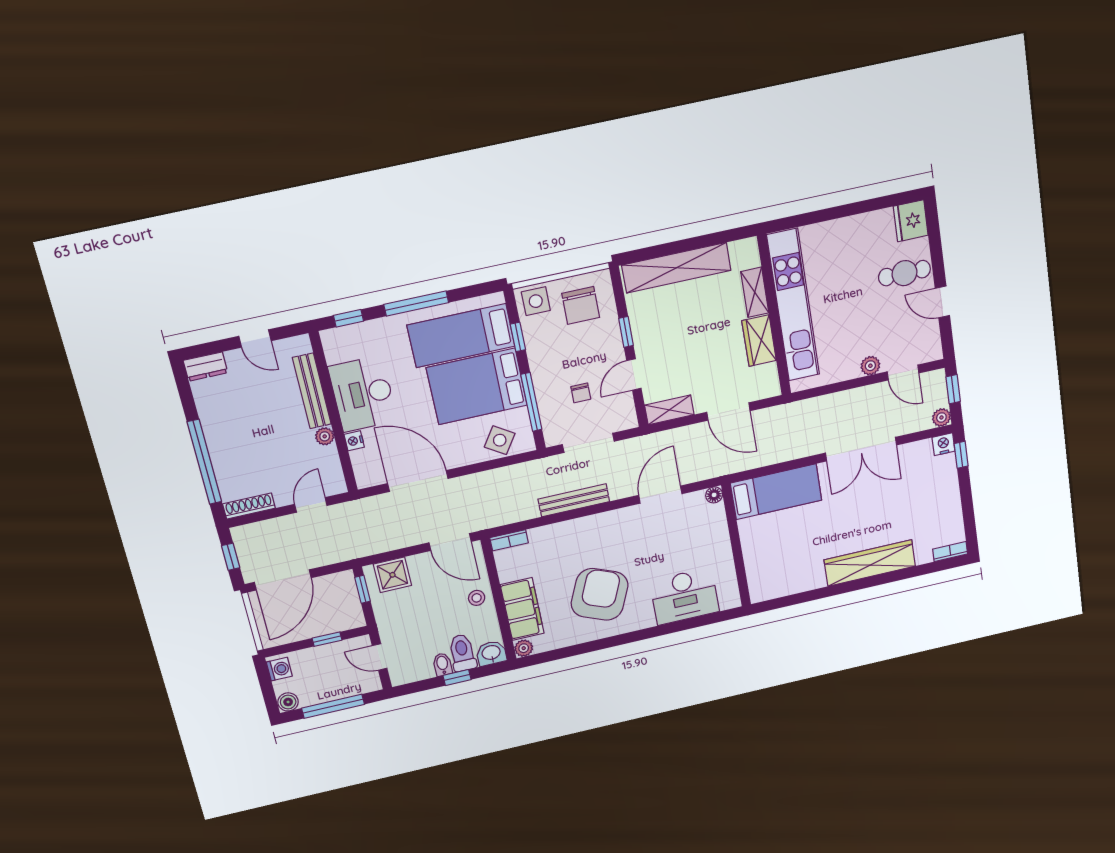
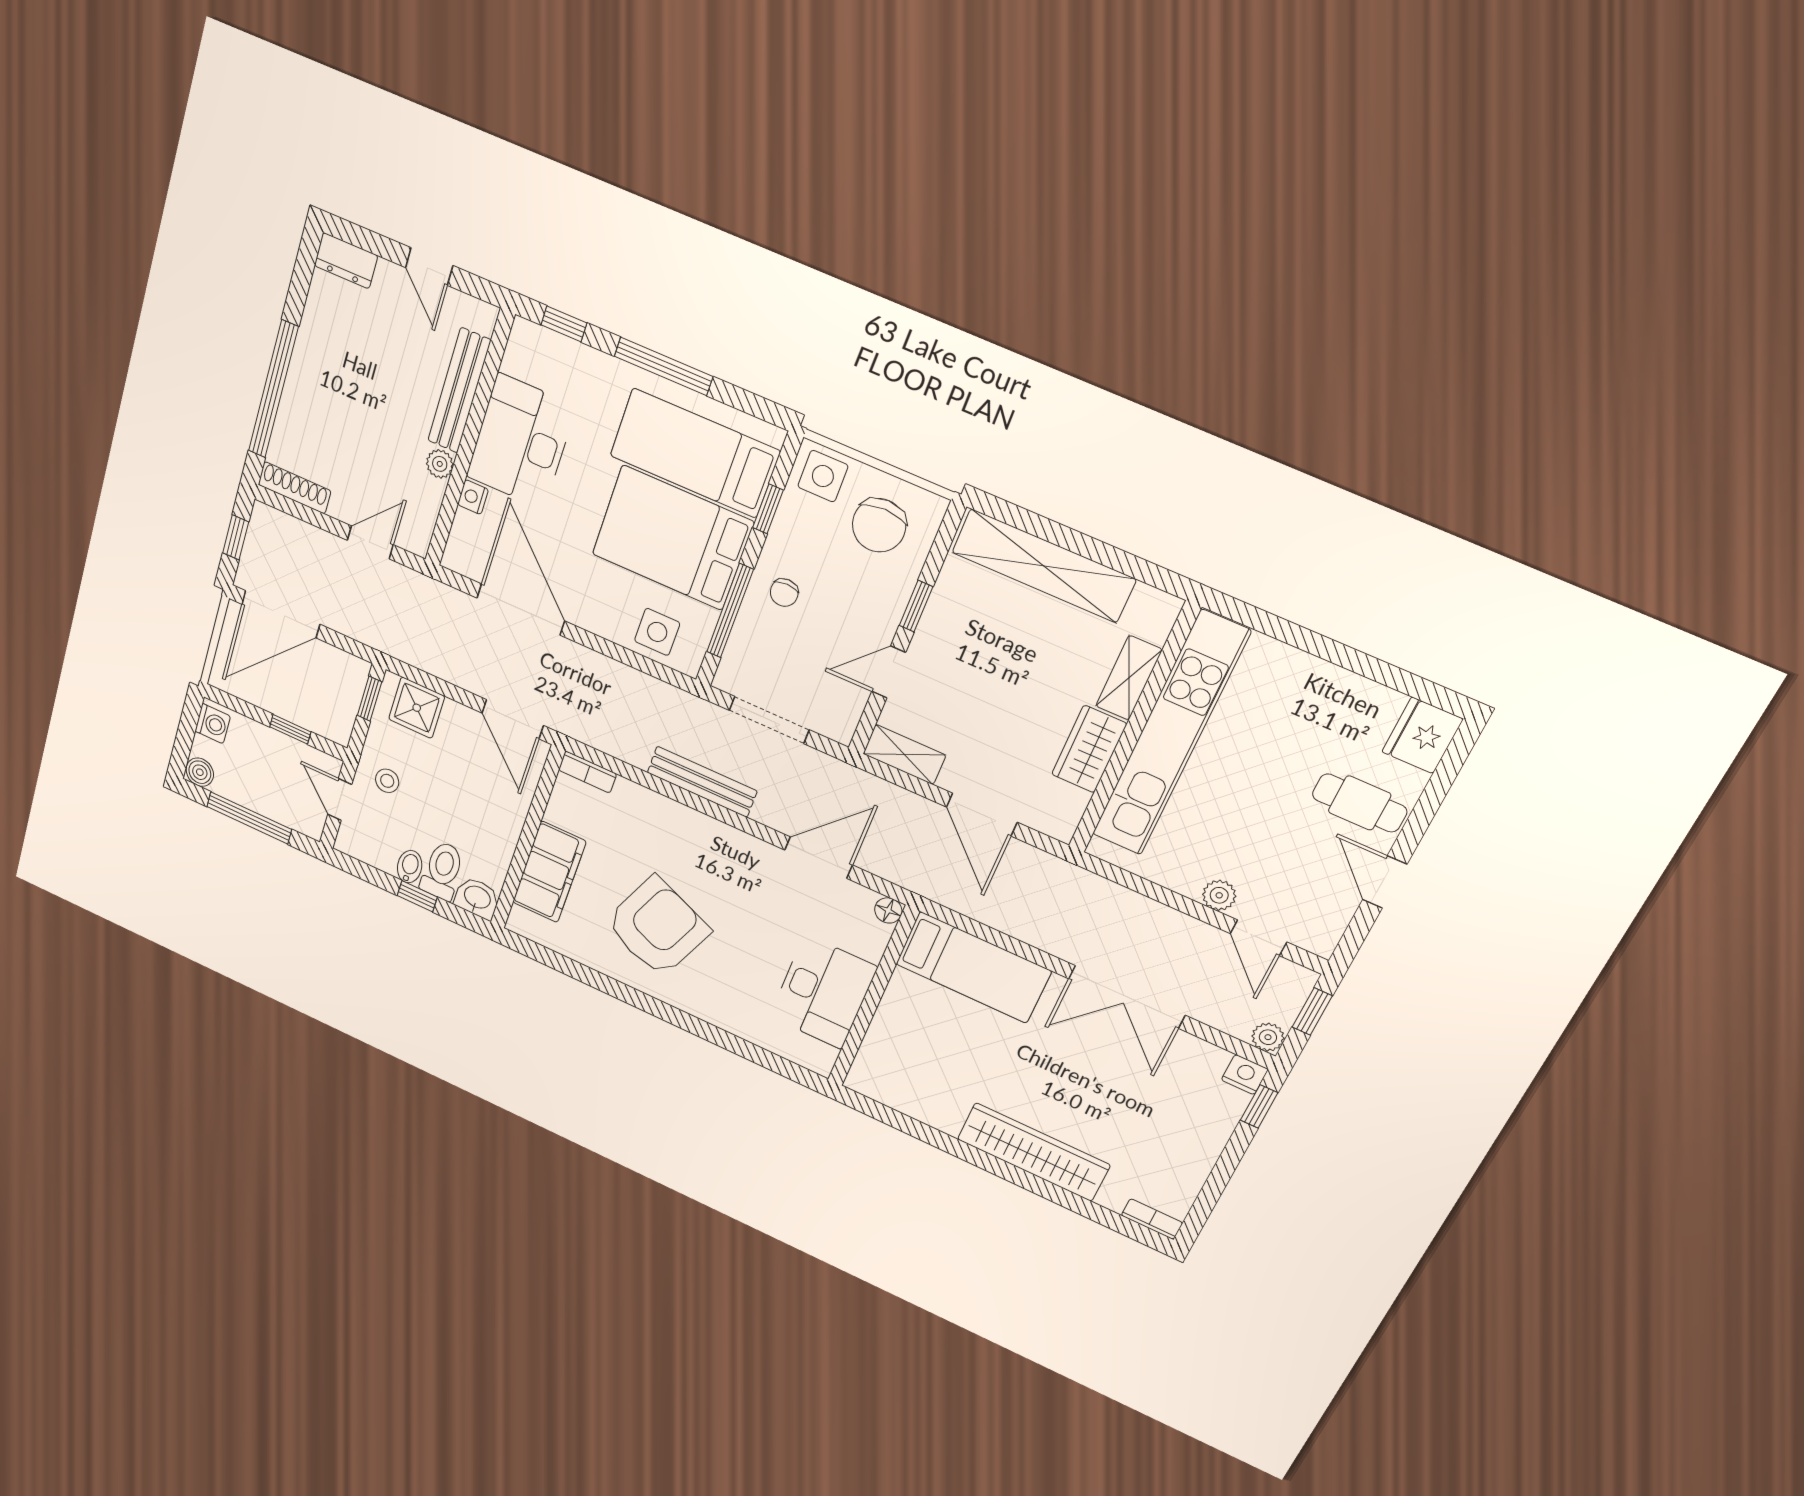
chair: (581, 393) -> (784, 593), moved
side table: (500, 440) -> (657, 632), turned -33
desk: (685, 596) -> (823, 992), moved, turned -90
stool: (477, 598) -> (387, 781), moved
plant: (524, 648) -> (520, 922), removed

